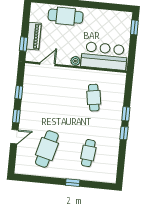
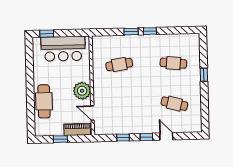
piano: (34, 36) -> (77, 129), moved
window: (23, 44) -> (60, 139), moved
bar counter: (104, 56) -> (63, 49), moved, turned -90
plant: (75, 61) -> (82, 91), width x1.88, depth x1.88
cafe table: (47, 149) -> (174, 104), width x0.73, depth x0.74

